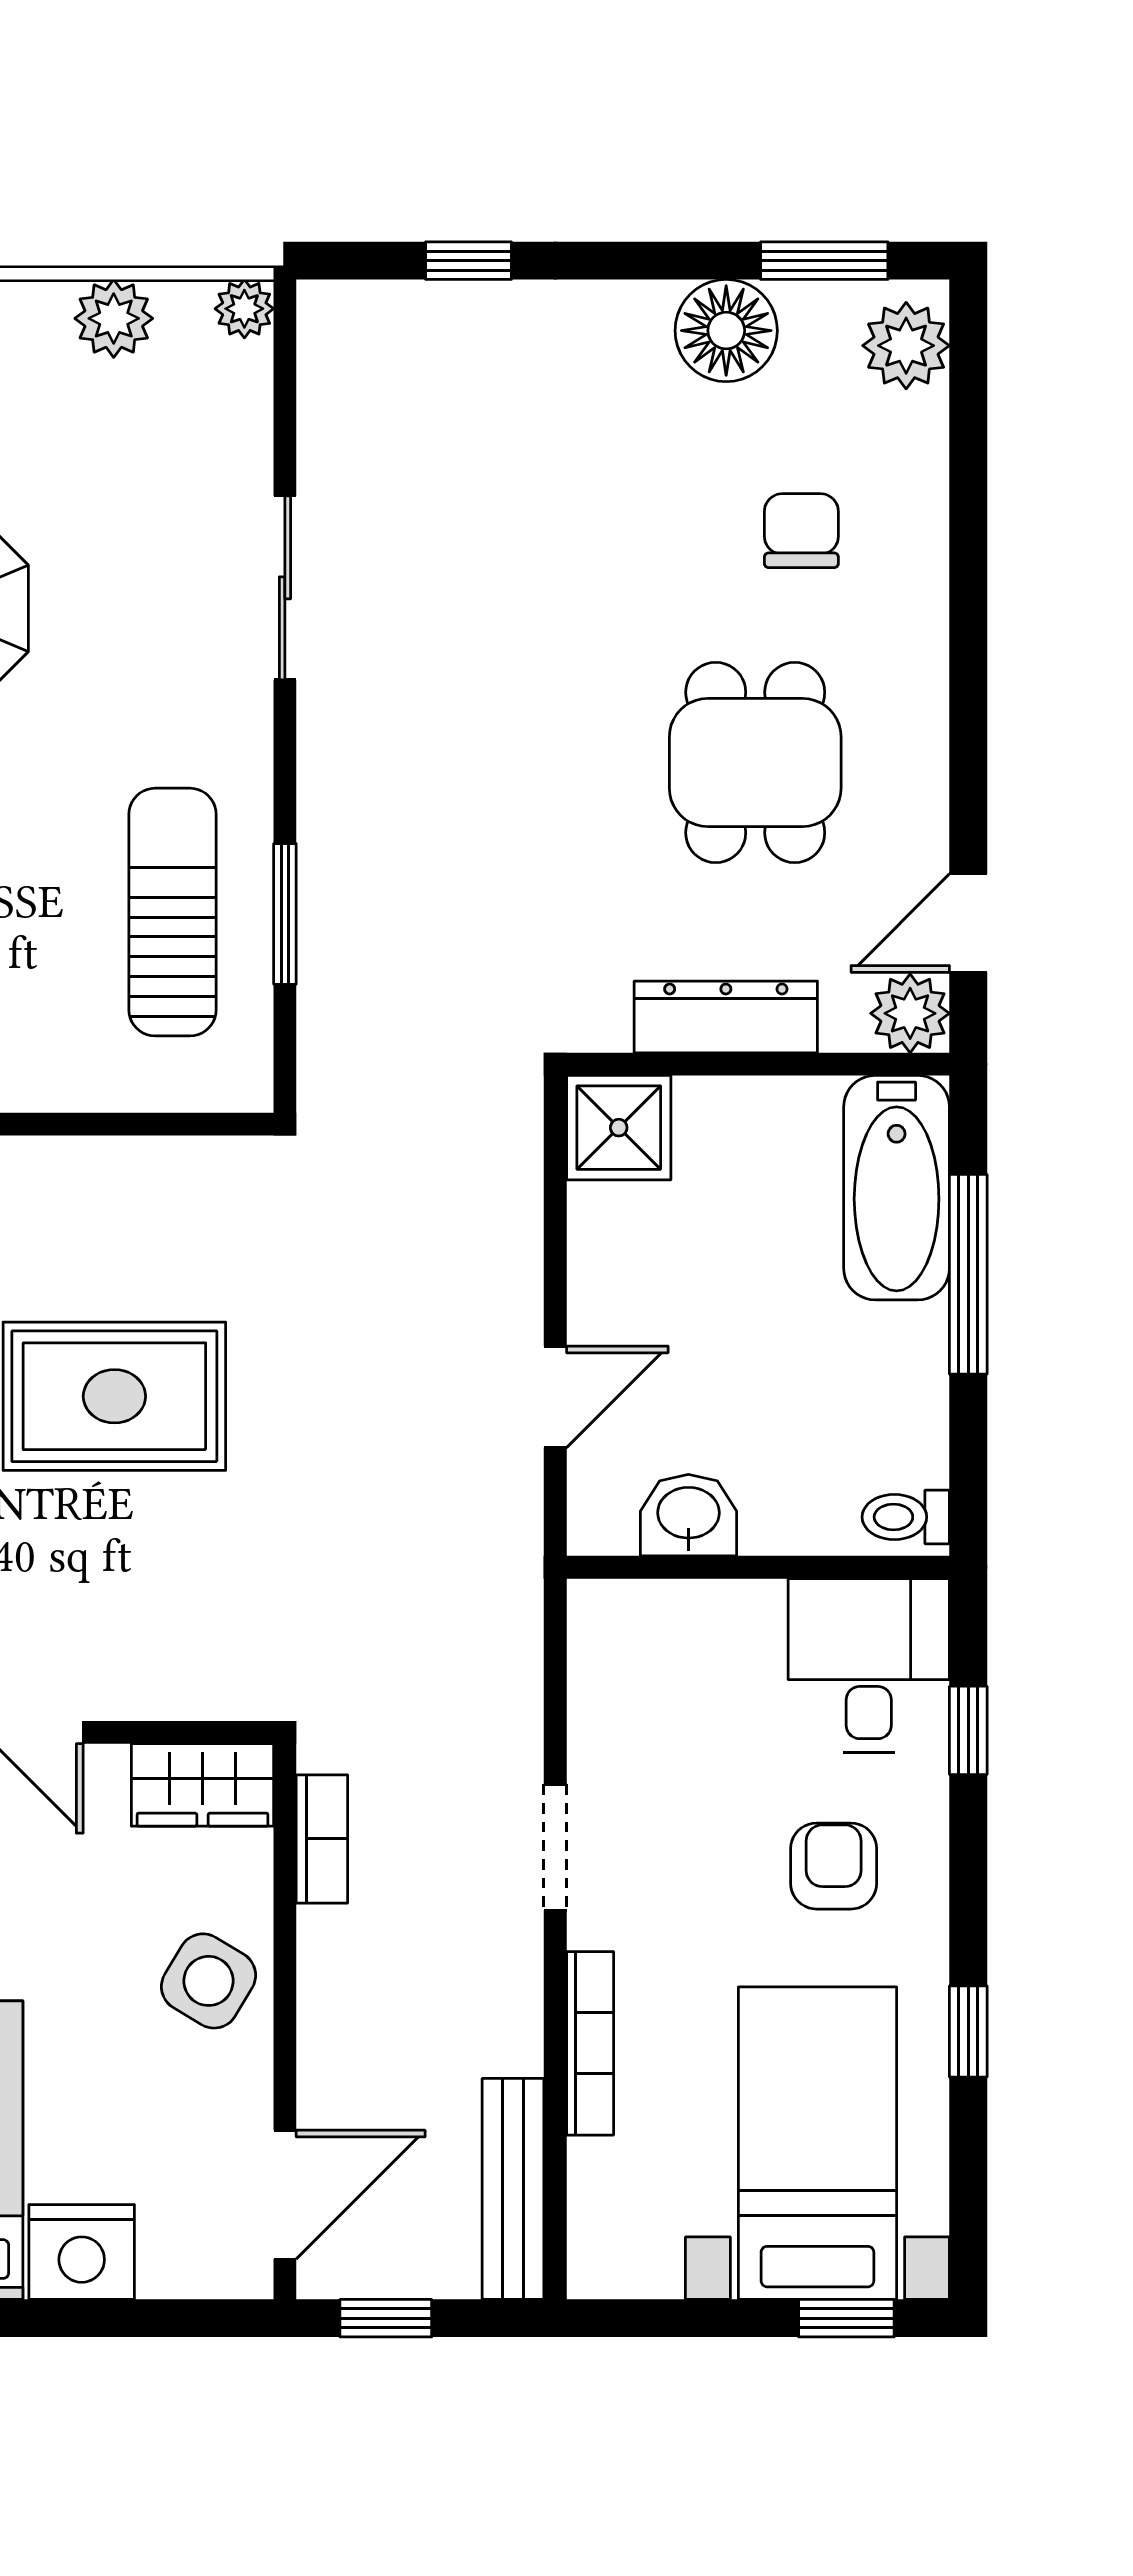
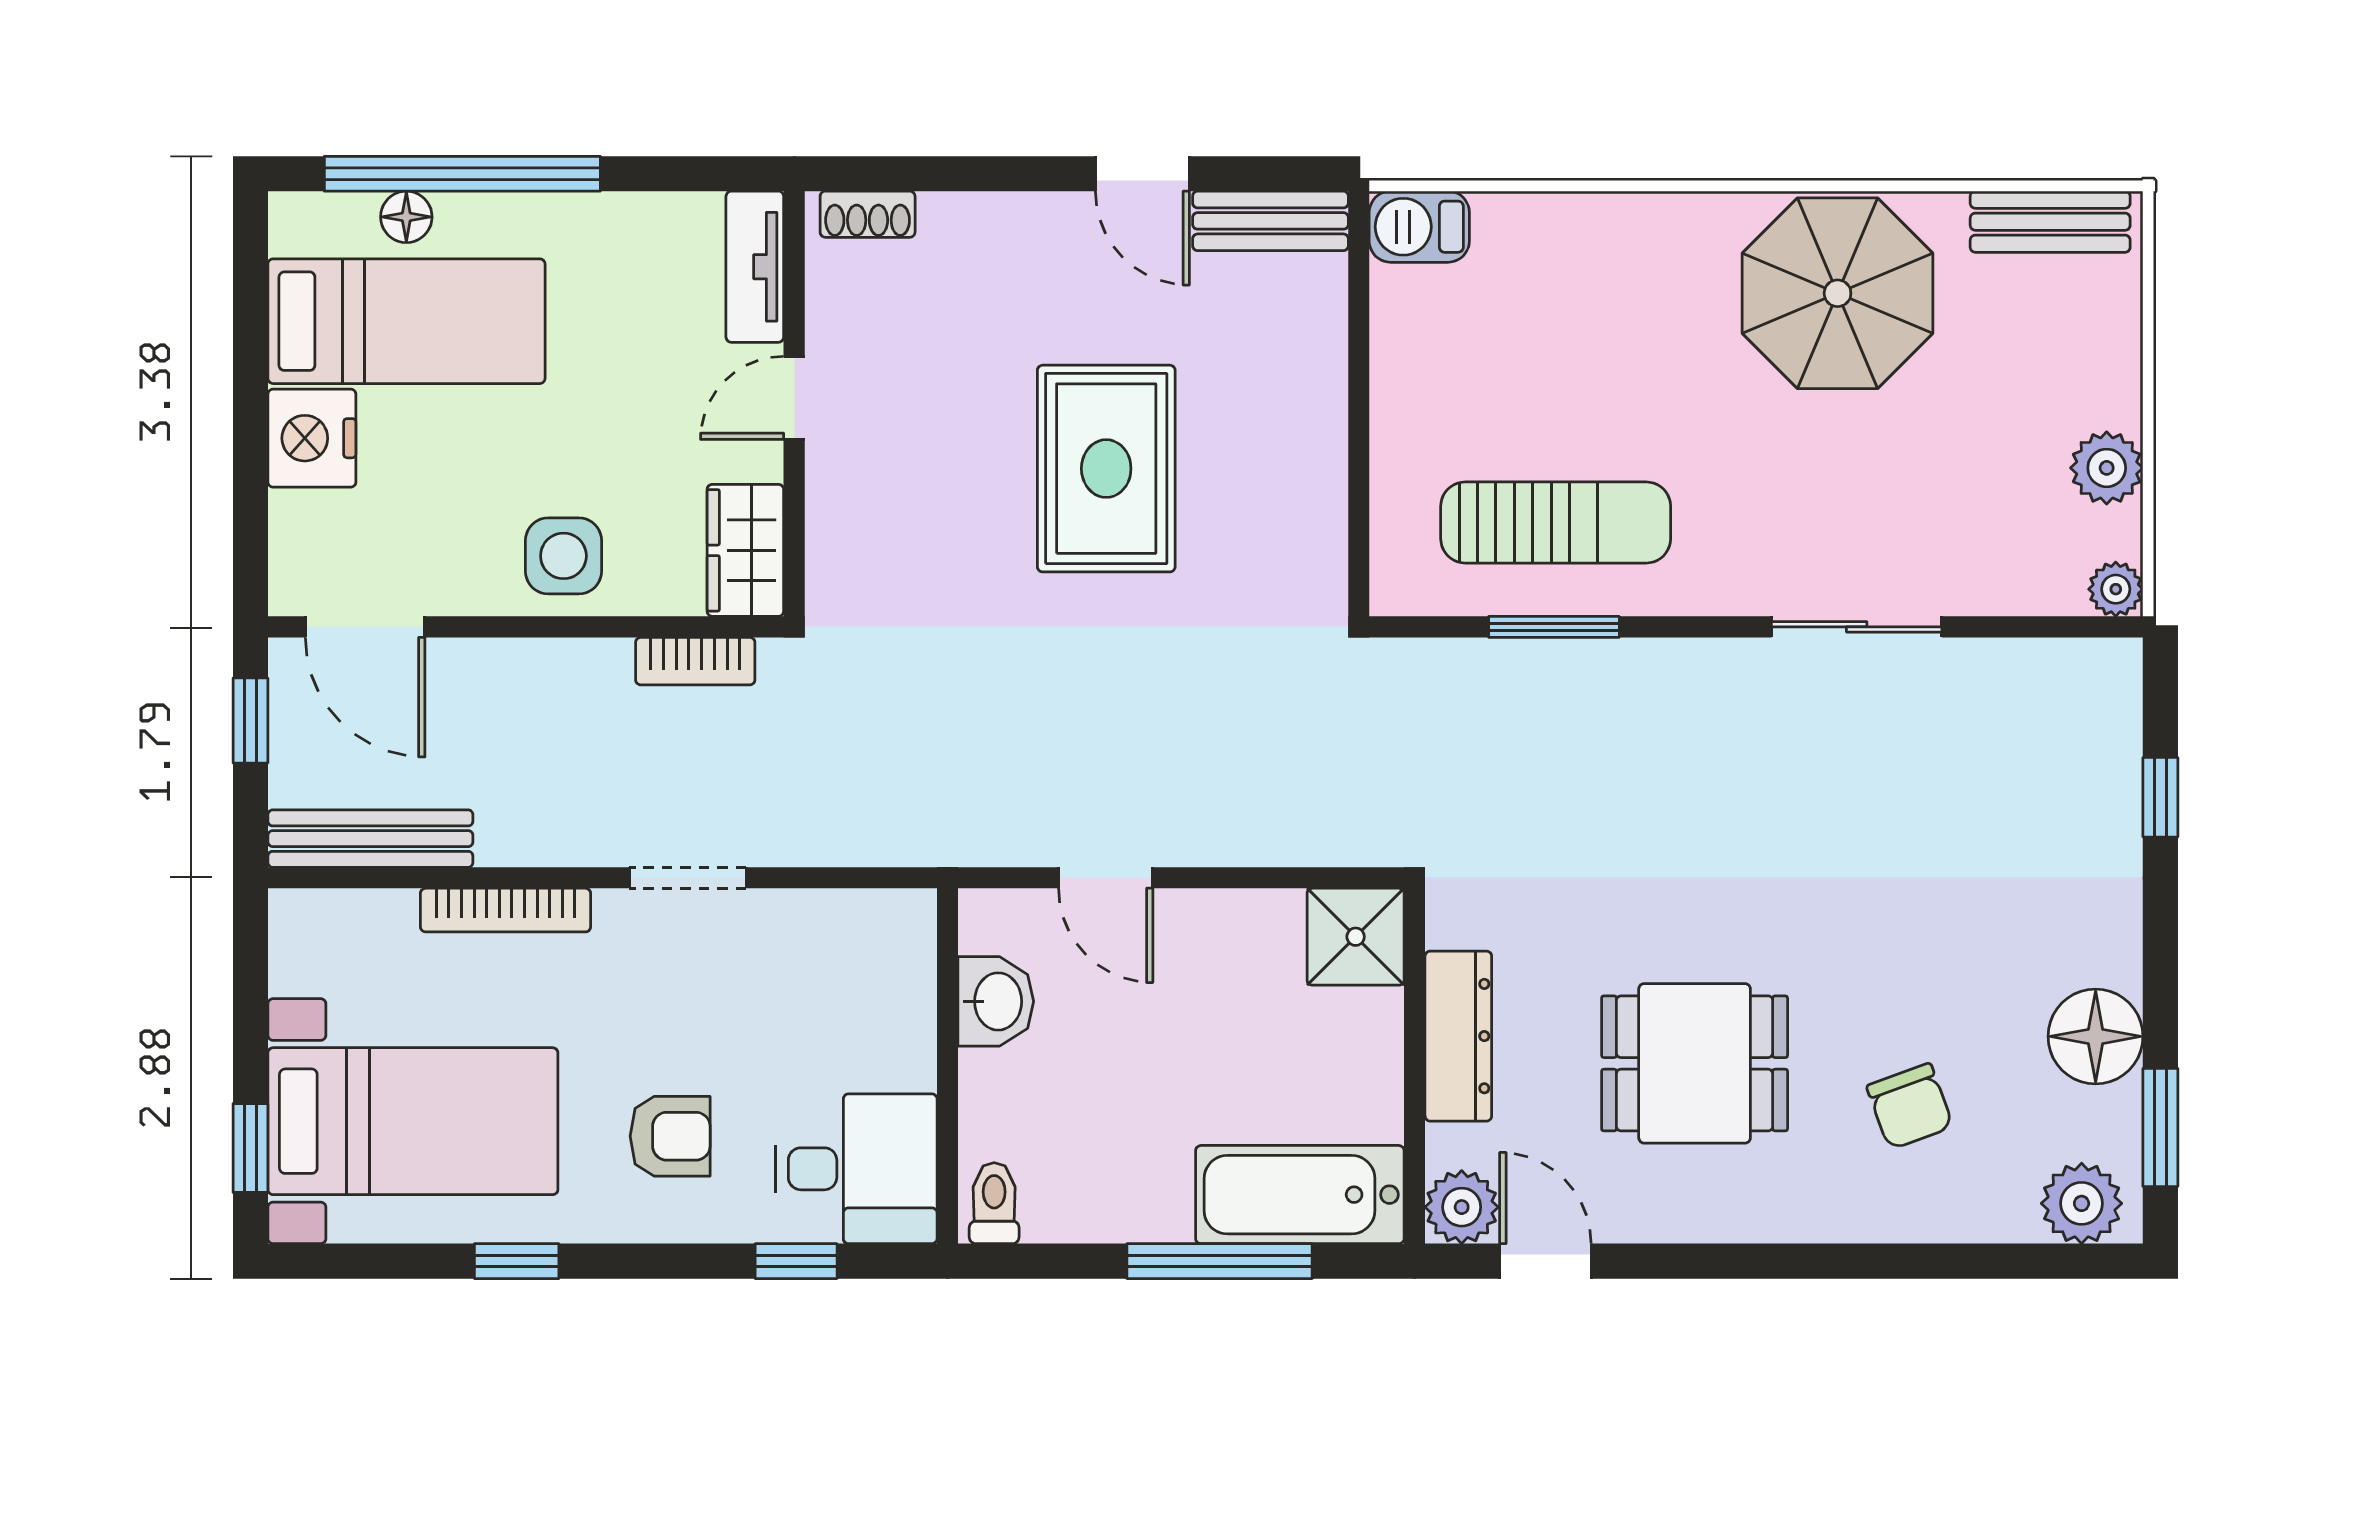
chair: (801, 531) -> (1910, 1106), turned 70
side table: (209, 1981) -> (563, 556), turned -31

